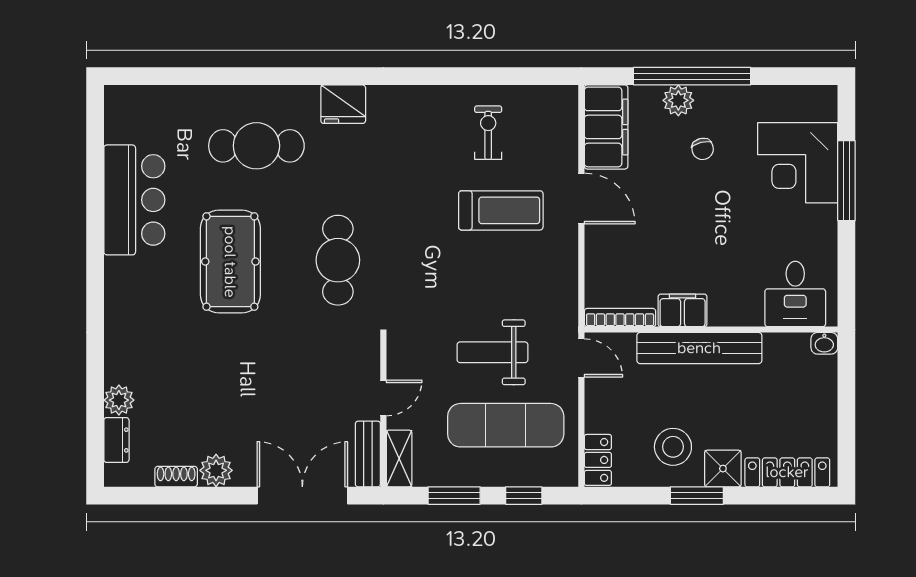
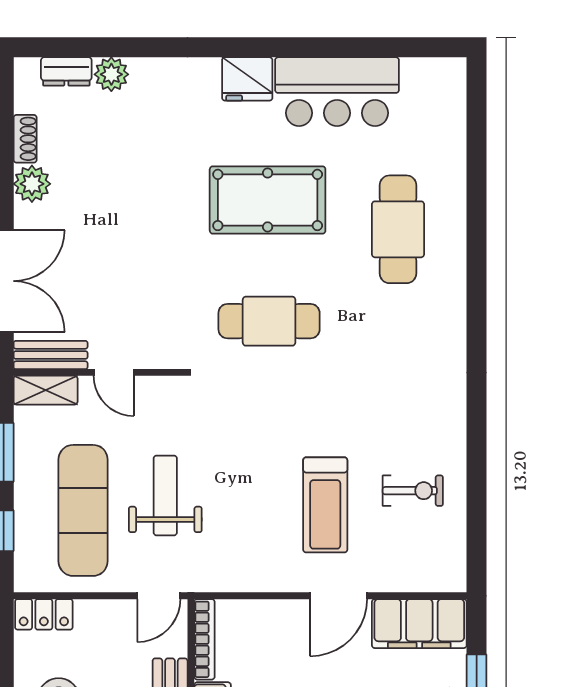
fridge: (343, 104) -> (247, 79), moved, turned -90

